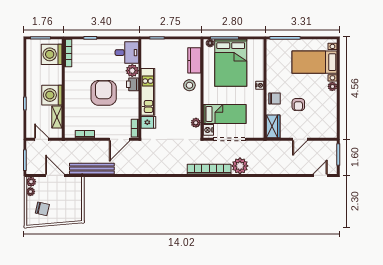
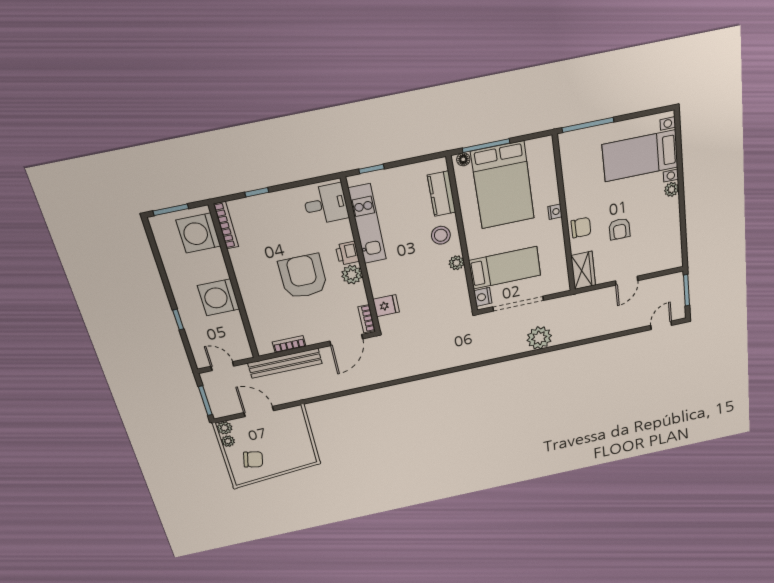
plant: (132, 71) -> (352, 275), moved
kitchen unit: (148, 92) -> (367, 224), moved
shelving: (57, 117) -> (237, 329), removed
plant: (196, 123) -> (456, 263), moved
bench: (92, 169) -> (285, 363), moved
bookcase: (209, 169) -> (493, 352), removed

